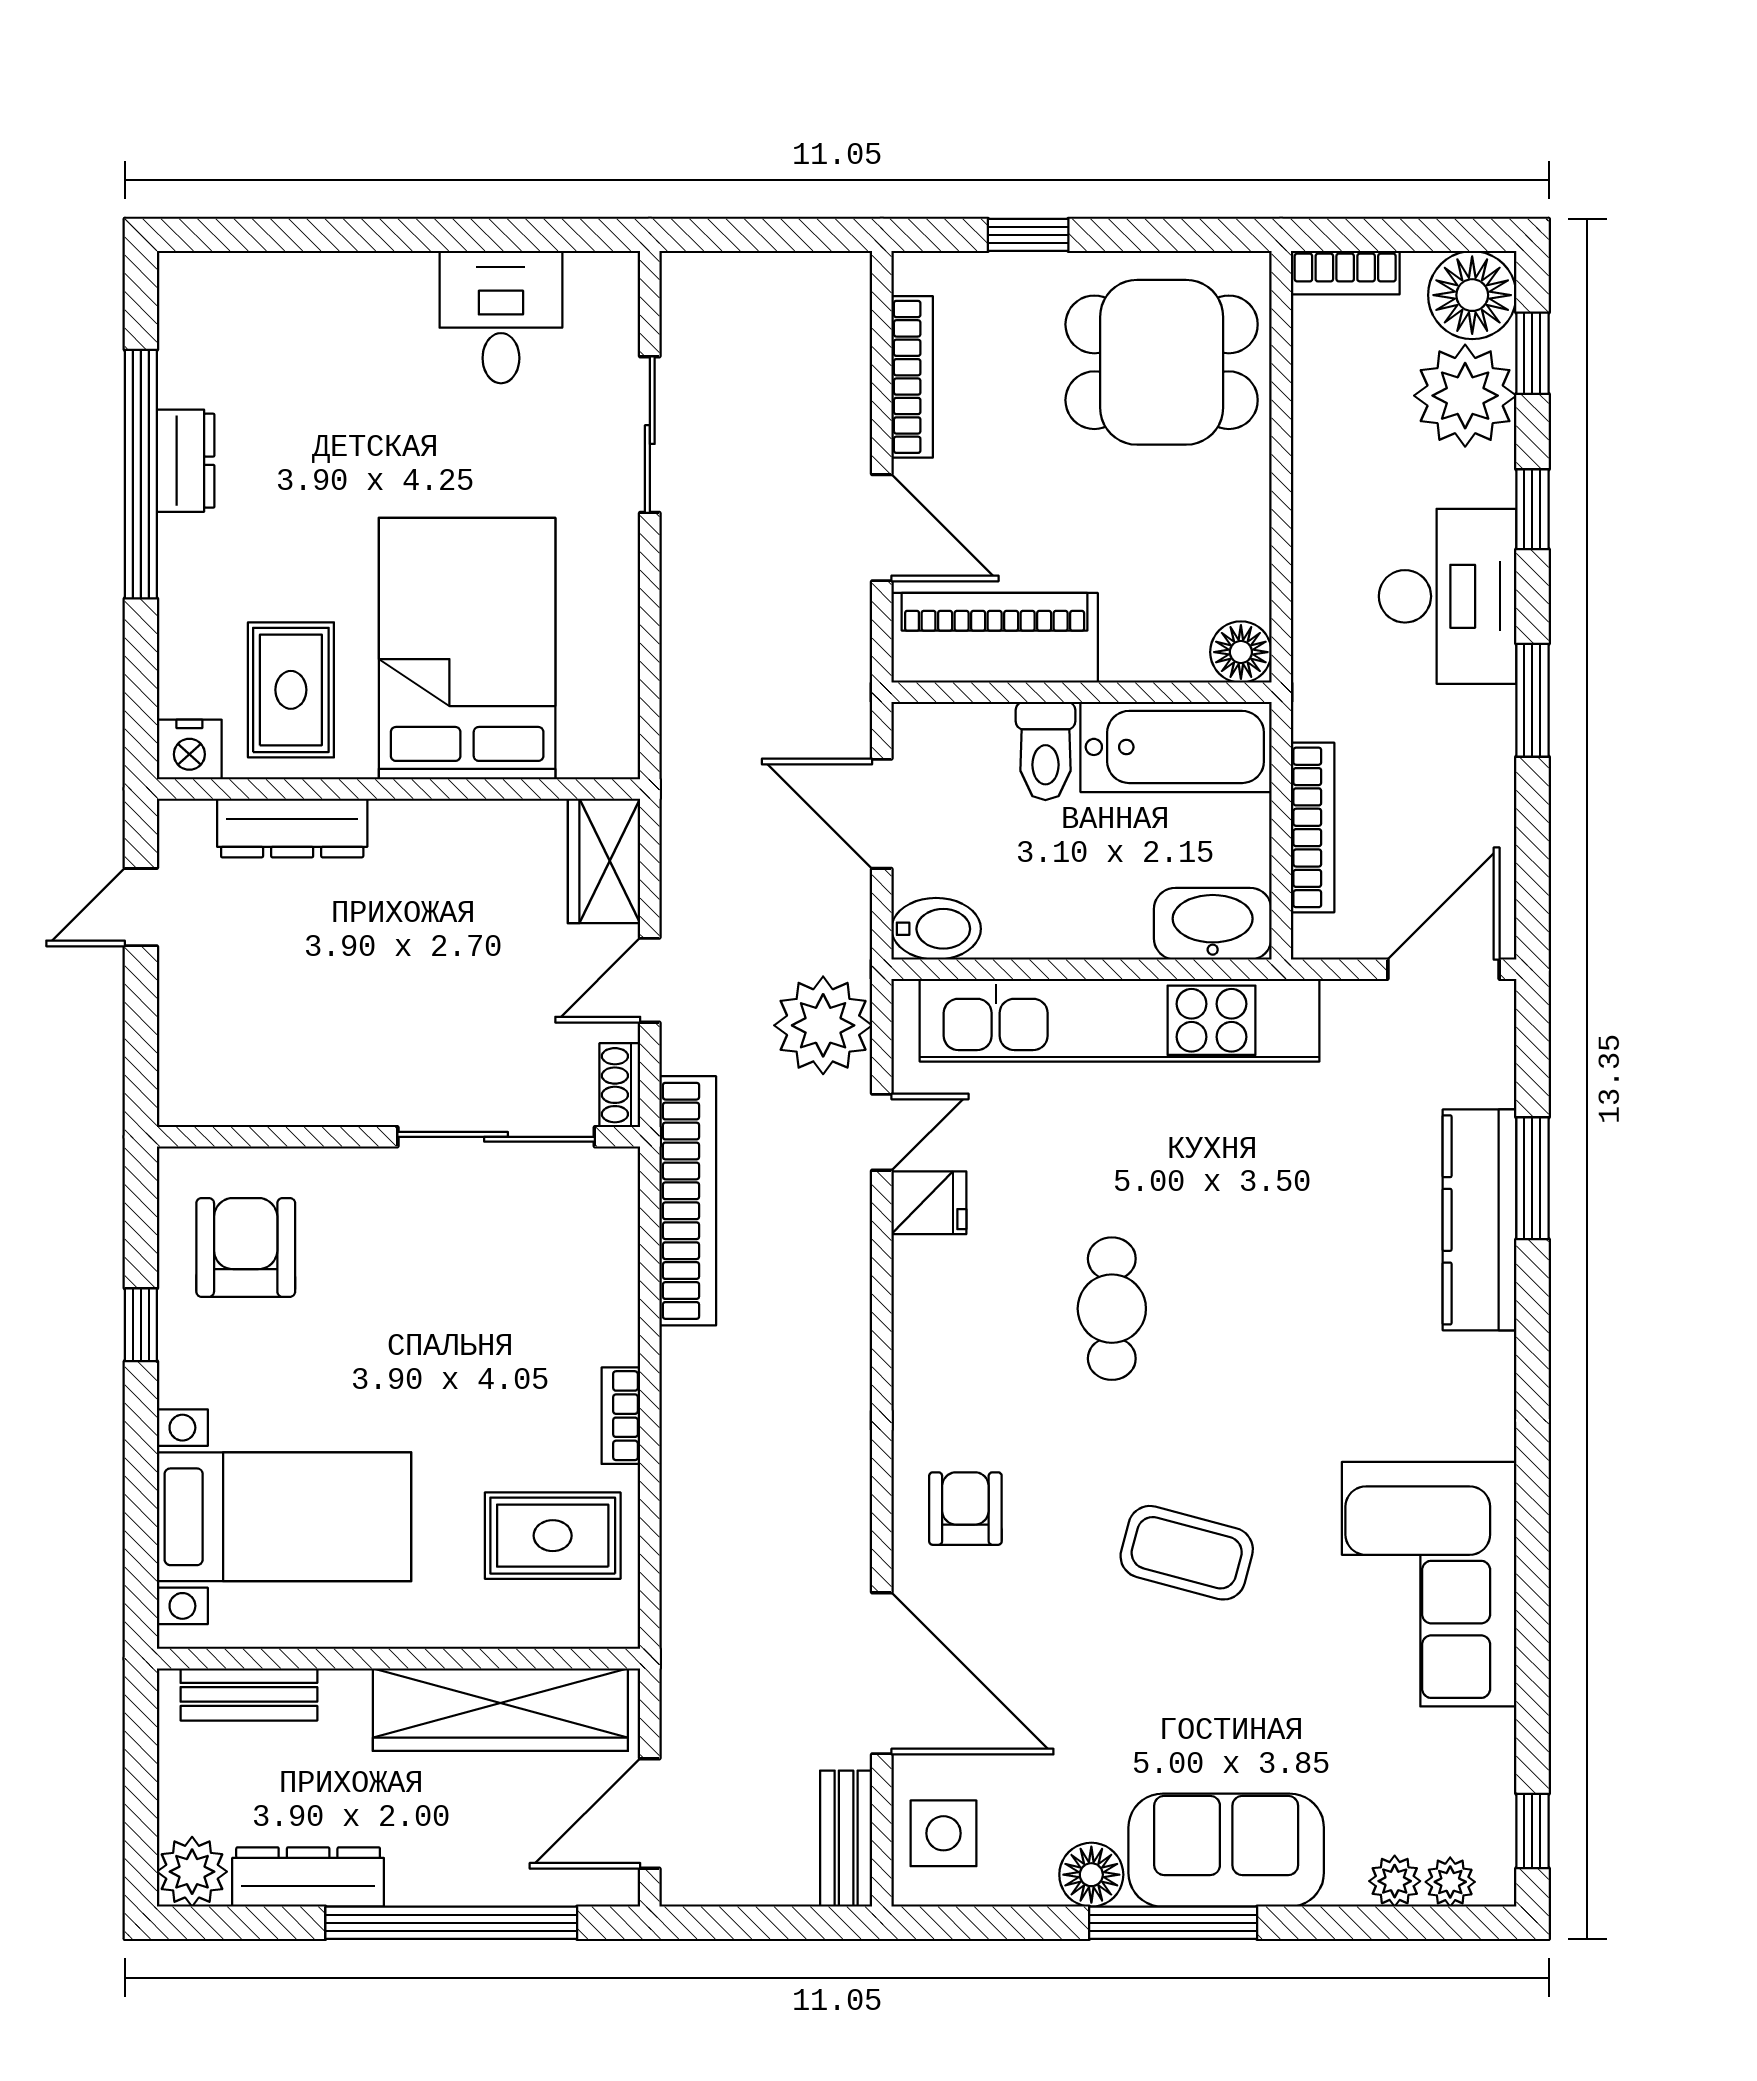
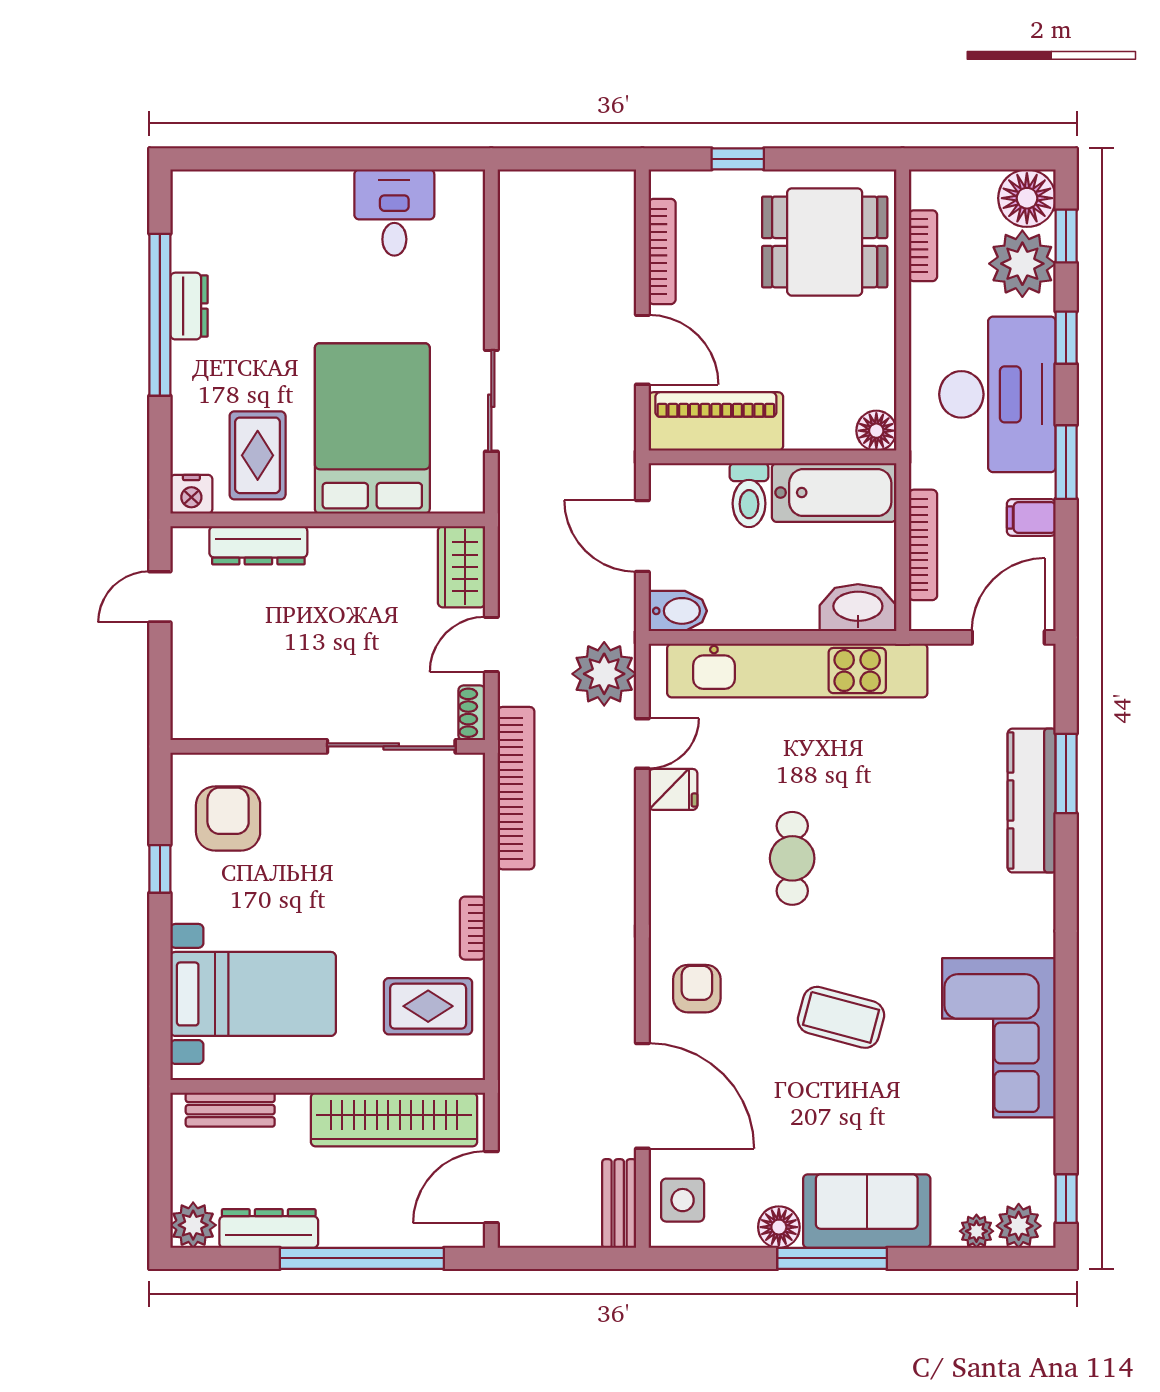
bookcase: (1345, 273) -> (923, 246), moved, turned -90
sliding door: (650, 435) -> (491, 401), moved
desk: (1448, 596) -> (997, 394), width x1.36, depth x1.30
filing cabinet: (1479, 785) -> (1031, 517), added
plant: (1450, 1882) -> (1019, 1226), width x1.38, depth x1.38

